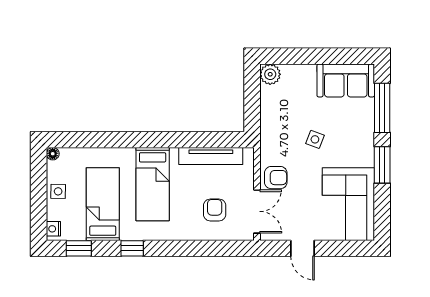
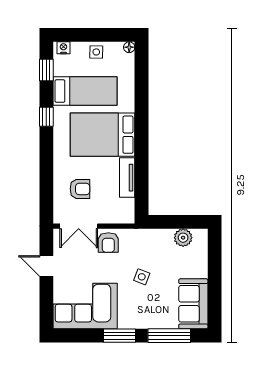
plant: (270, 74) -> (183, 238), moved
tv unit: (211, 156) -> (127, 178), width x0.71
bed: (153, 184) -> (103, 135), width x1.50
door: (303, 248) -> (46, 266), hinge flipped

